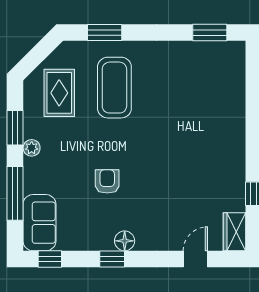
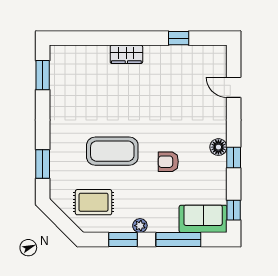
coffee table: (114, 88) -> (112, 151), moved
wardrobe: (234, 232) -> (126, 54), moved

